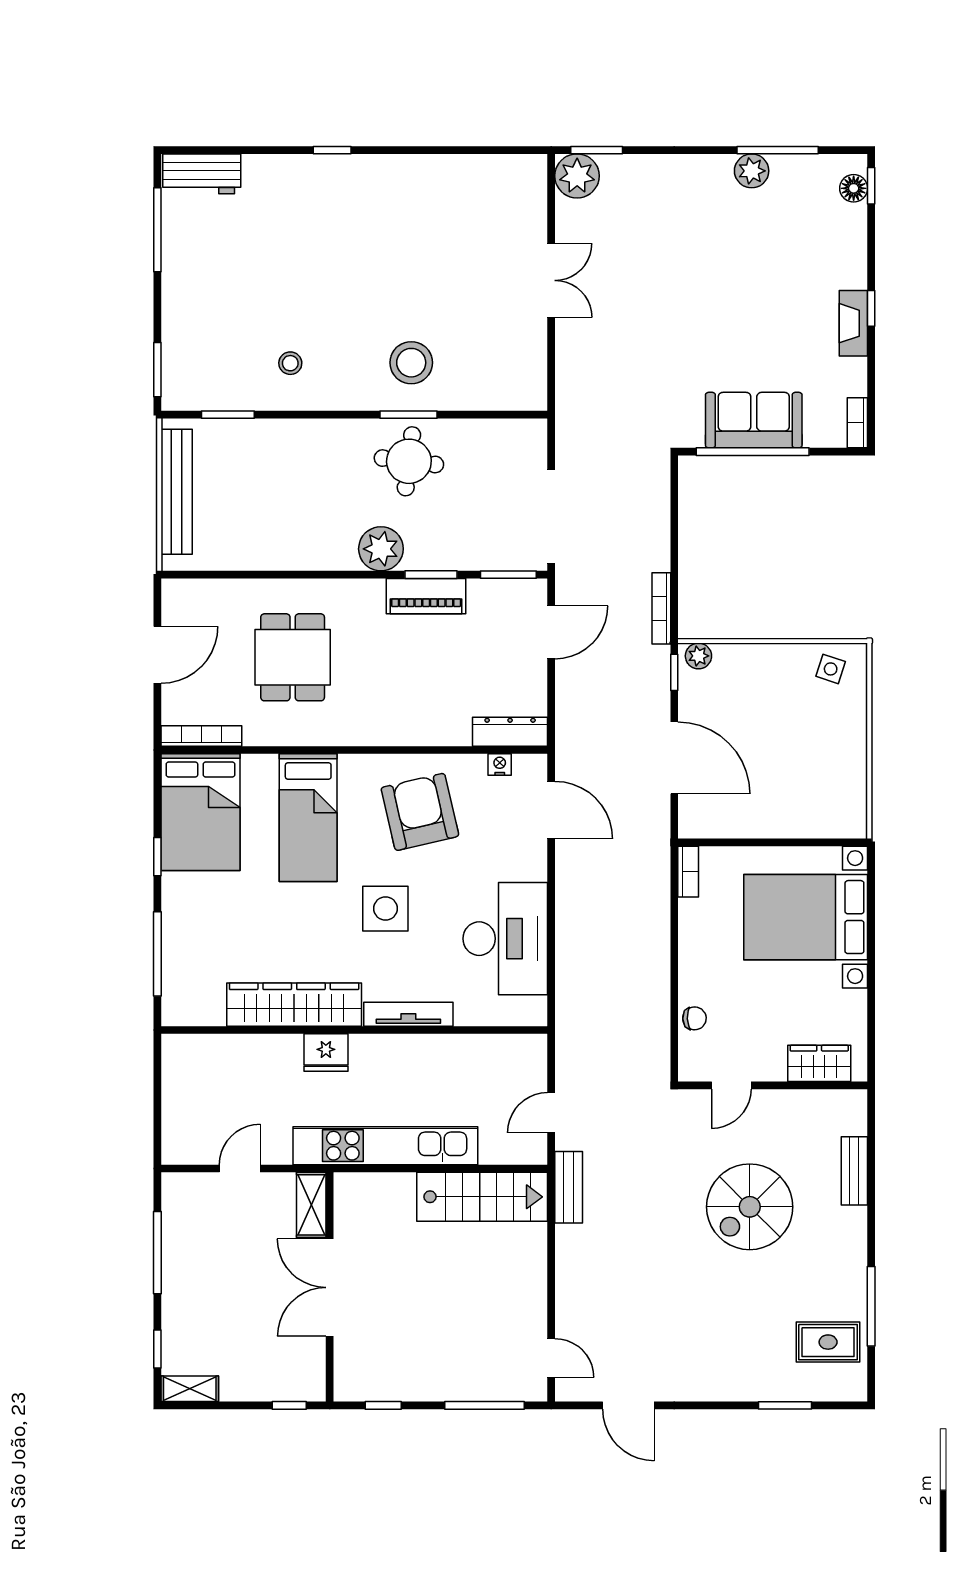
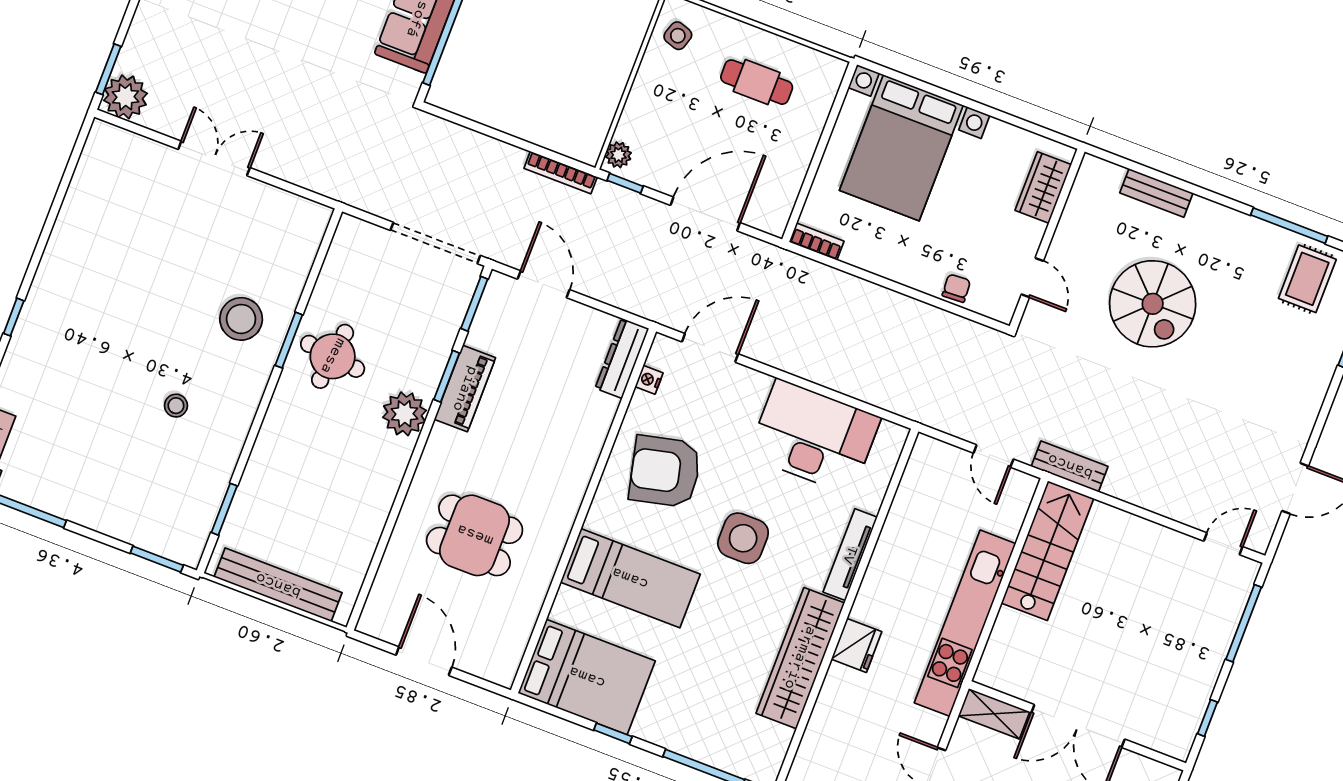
stool: (290, 363) -> (176, 406), moved
bookcase: (201, 736) -> (516, 649), removed
cafe table: (815, 759) -> (757, 82), added

